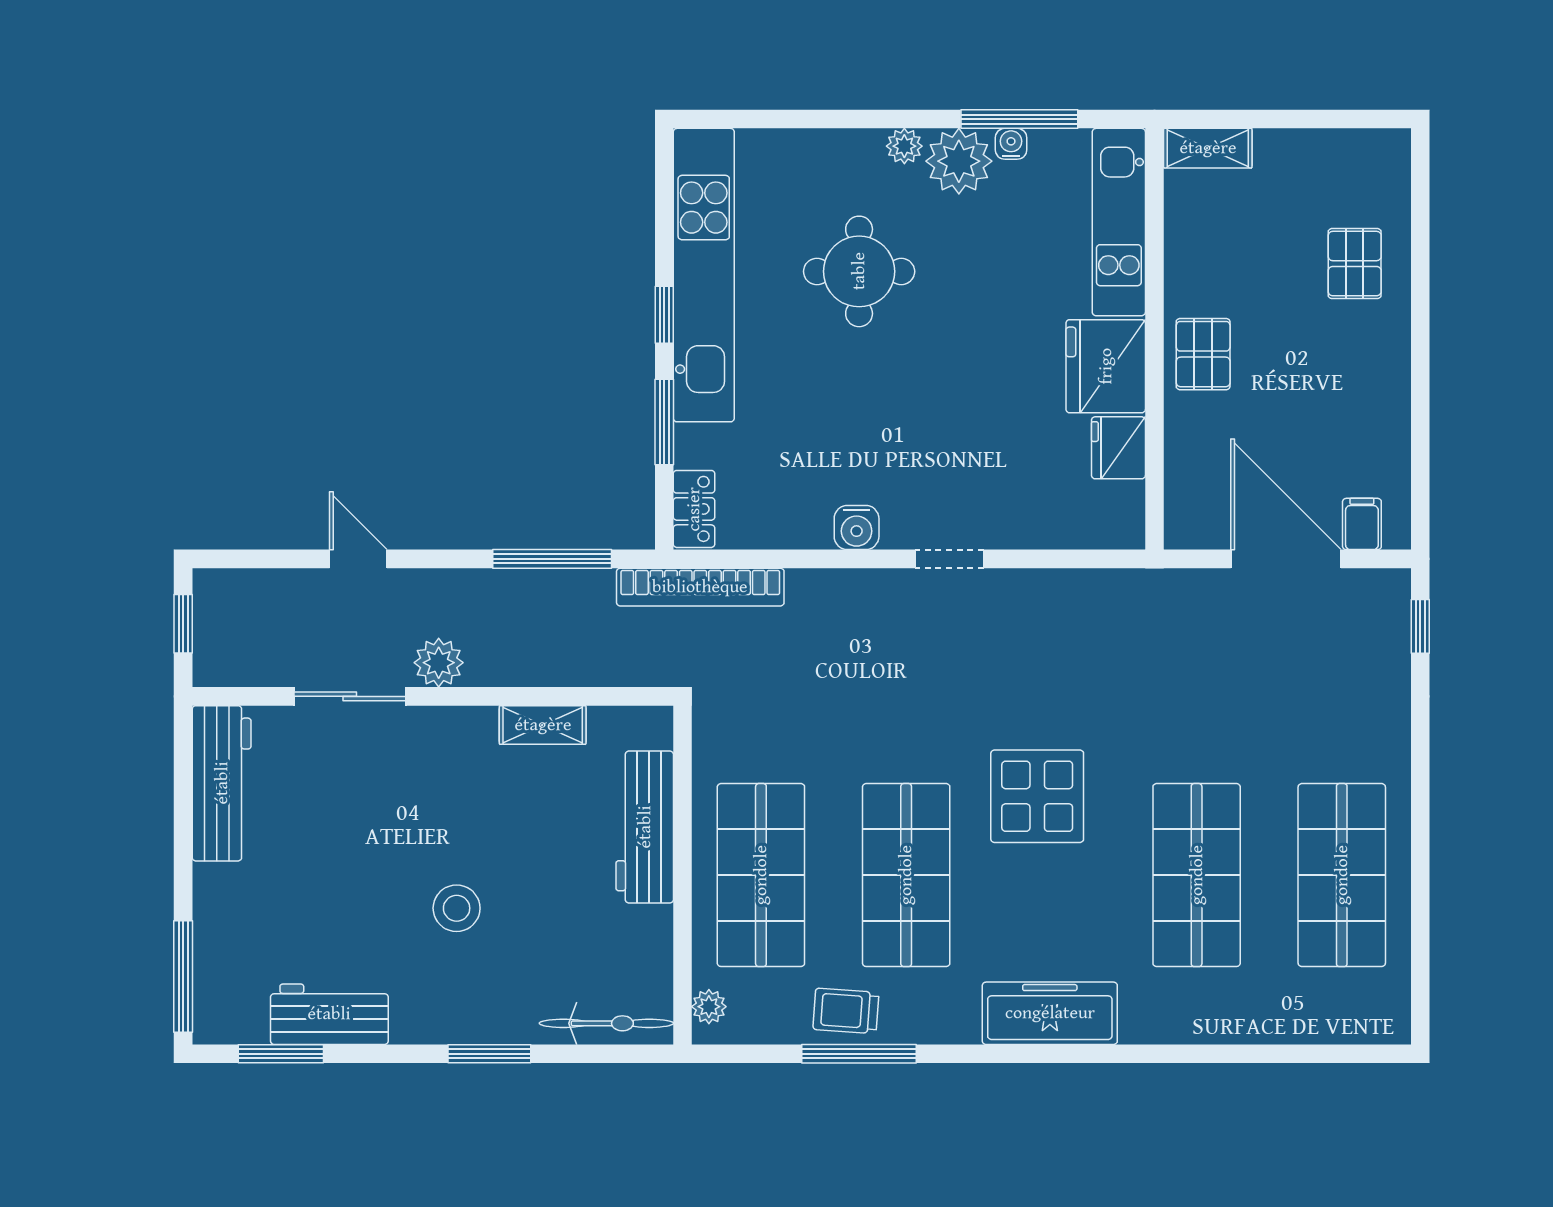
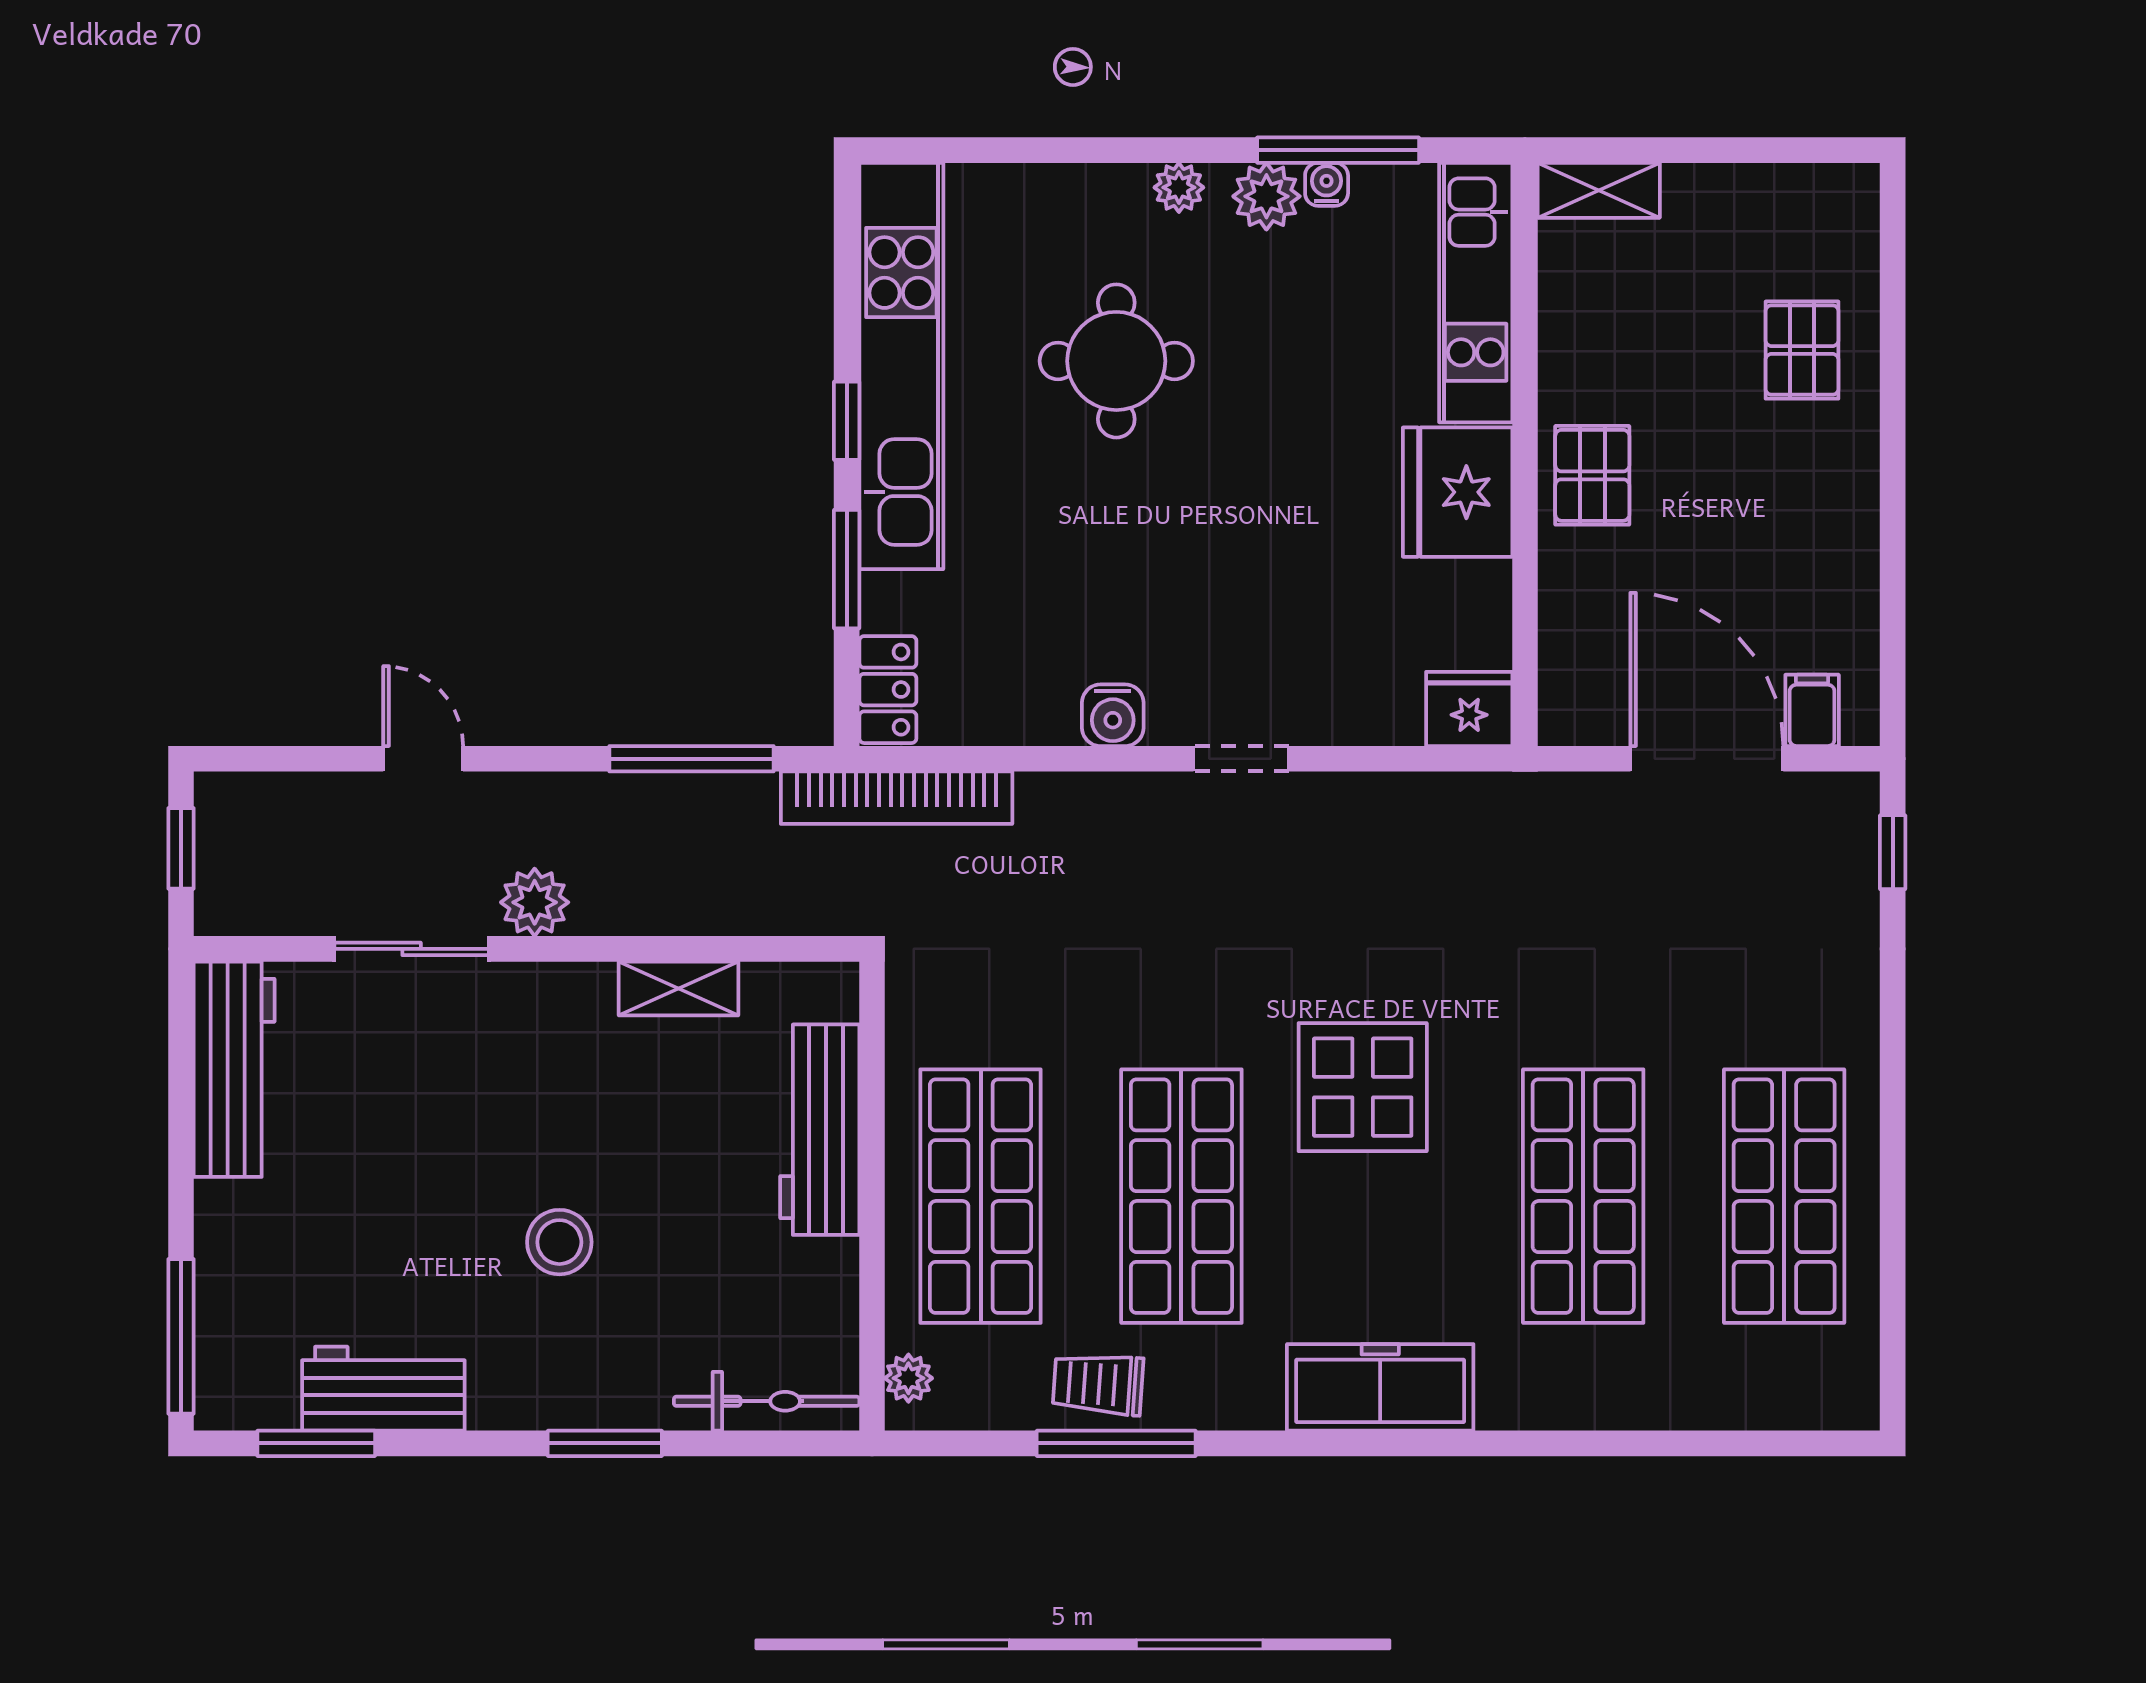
plant: (959, 161) -> (1266, 196), width x0.73, depth x0.73
fridge: (1118, 448) -> (1469, 709), moved, turned 90

